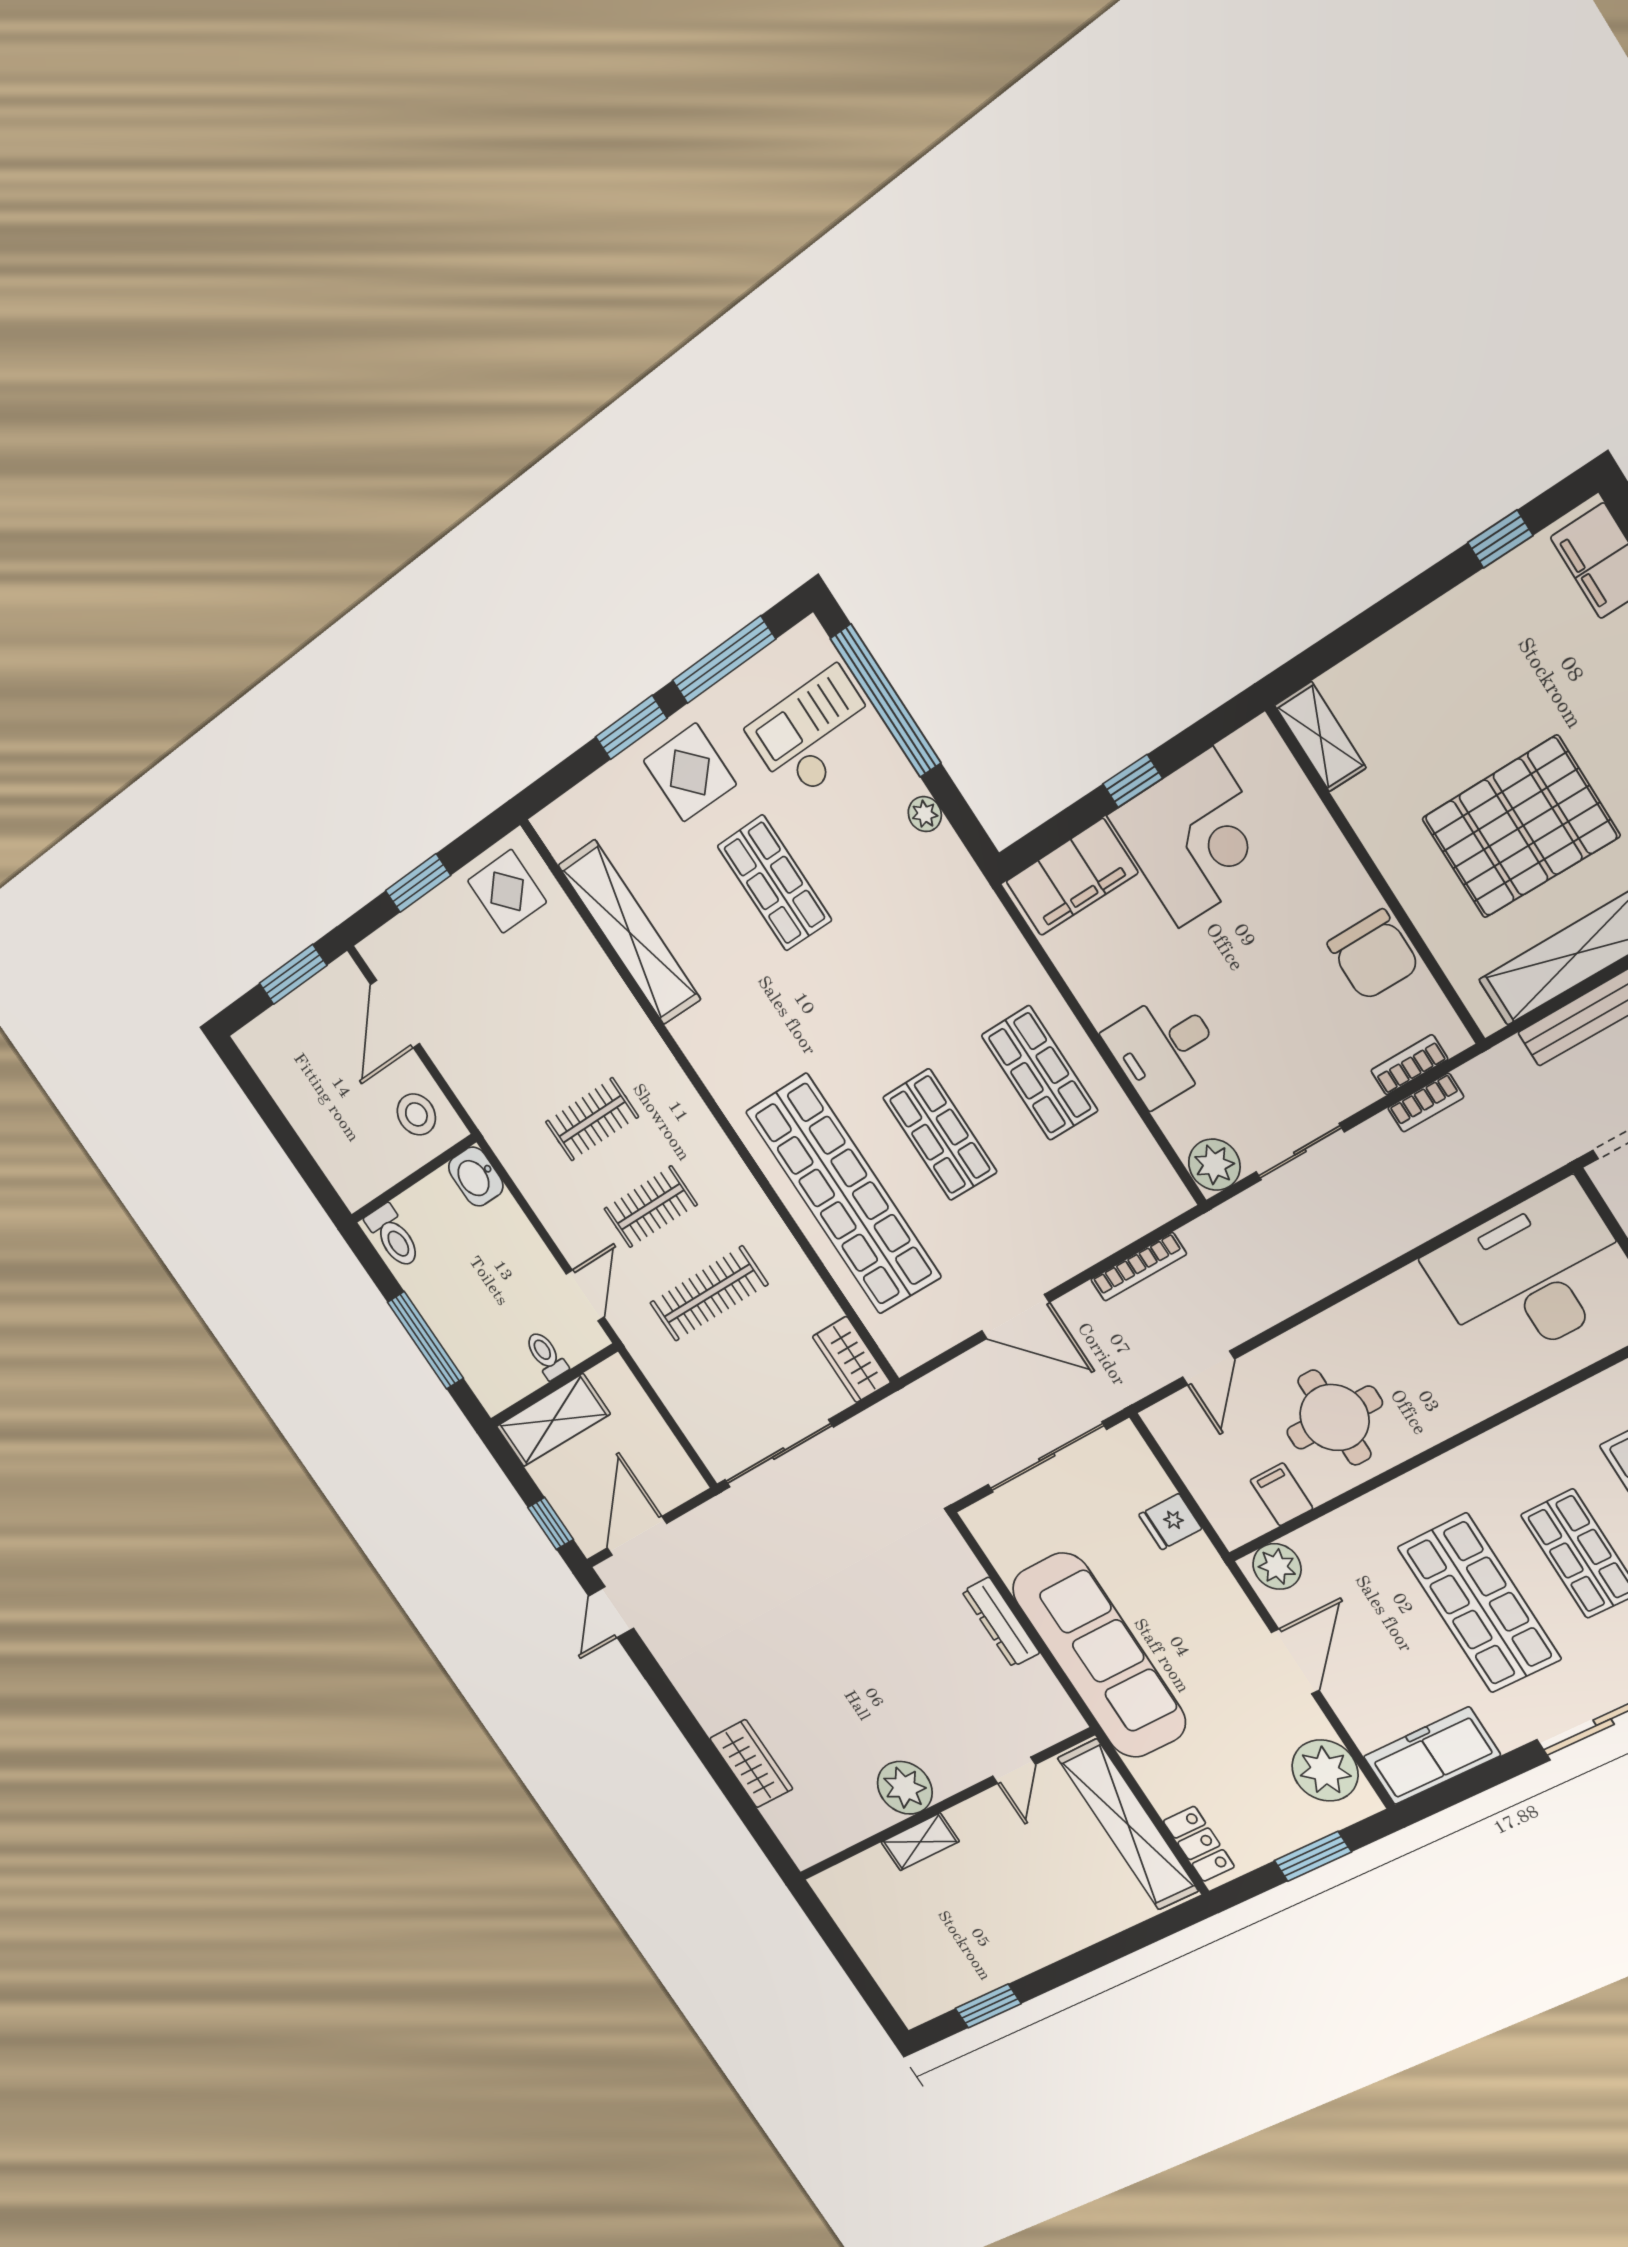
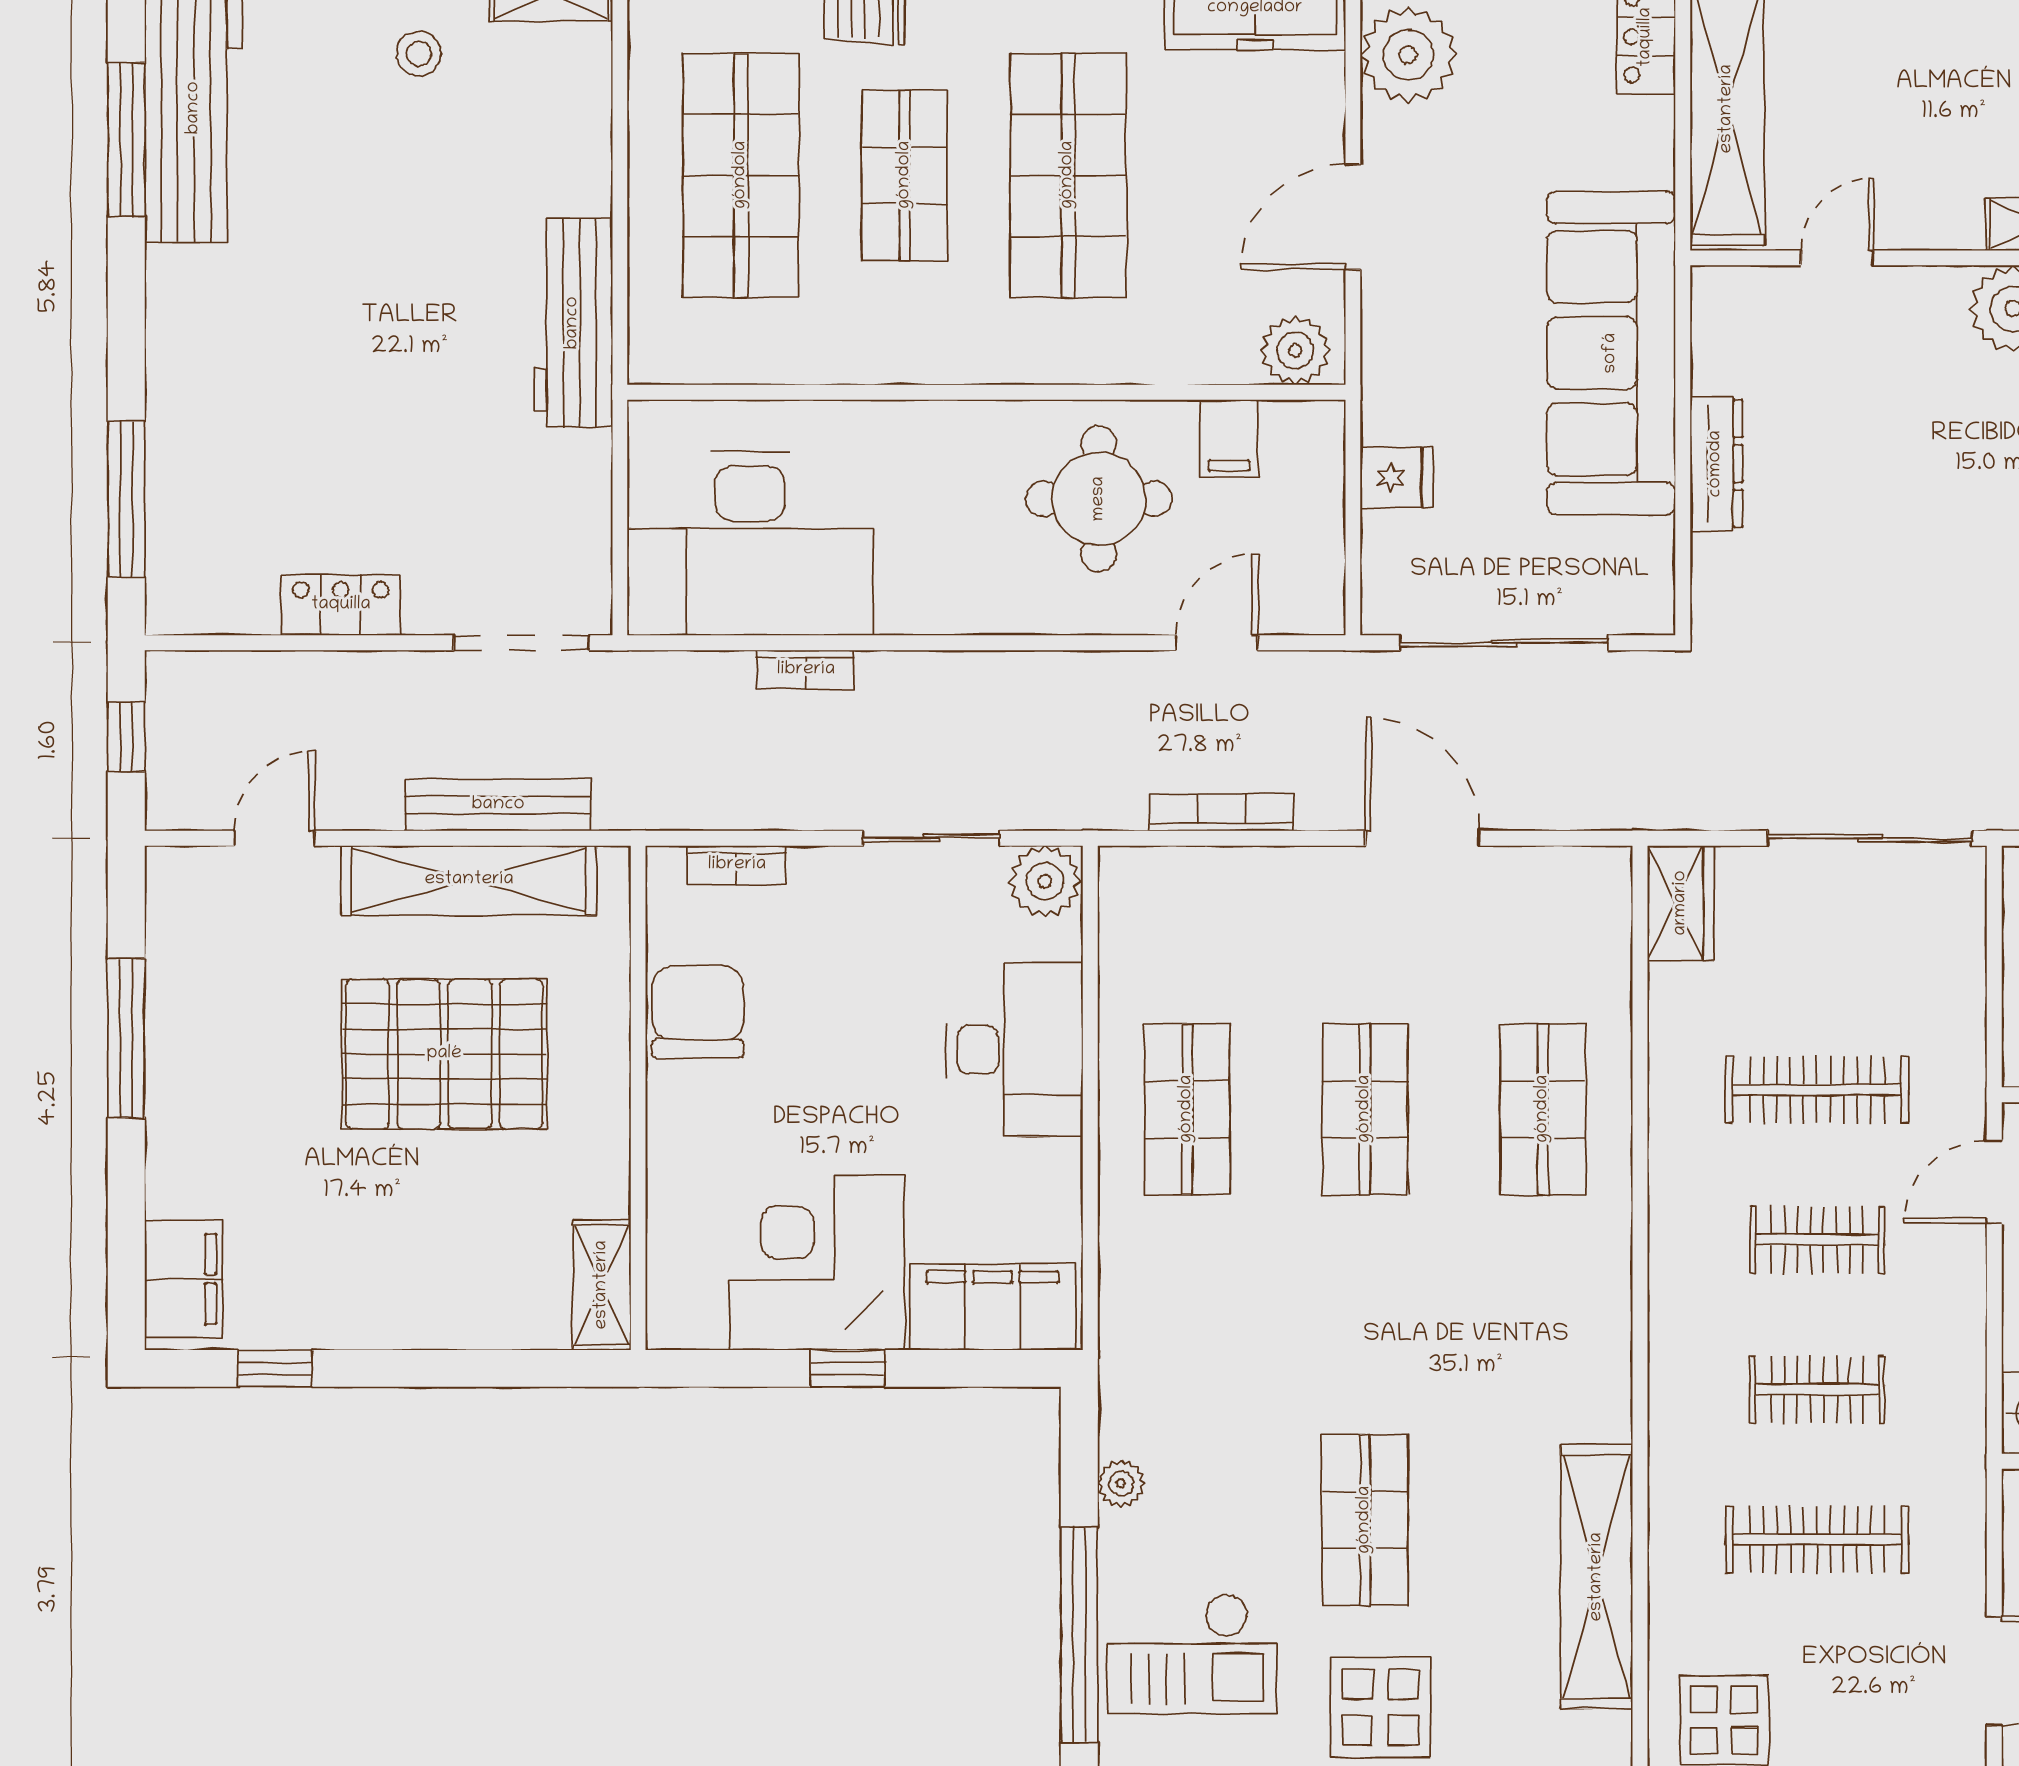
clothes rail: (533, 1031) -> (1817, 1539), added
desk: (1164, 1049) -> (1015, 1050), width x1.37
bookcase: (1426, 1103) -> (806, 670), moved, turned 180
shop shelf: (844, 1194) -> (1543, 1109), width x0.50, depth x0.74

